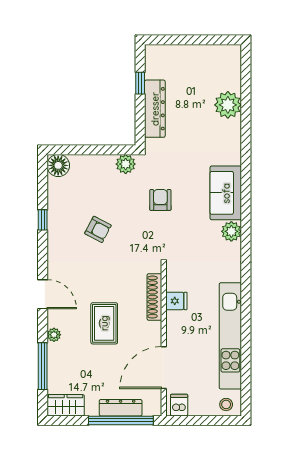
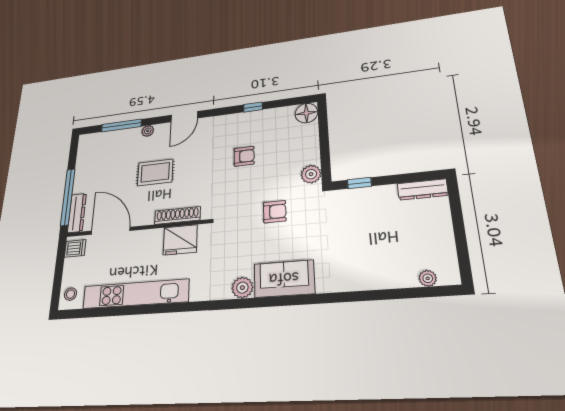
window: (140, 83) -> (359, 183), moved
plant: (228, 105) -> (428, 278), moved, width x0.53, depth x0.53
dresser: (155, 109) -> (423, 189), moved, width x0.73, depth x0.80
armchair: (98, 229) -> (244, 156), turned -118
fridge: (176, 301) -> (180, 240), width x1.88, depth x1.34
wardrobe: (66, 405) -> (86, 149), removed
dresser: (121, 408) -> (77, 213), moved

